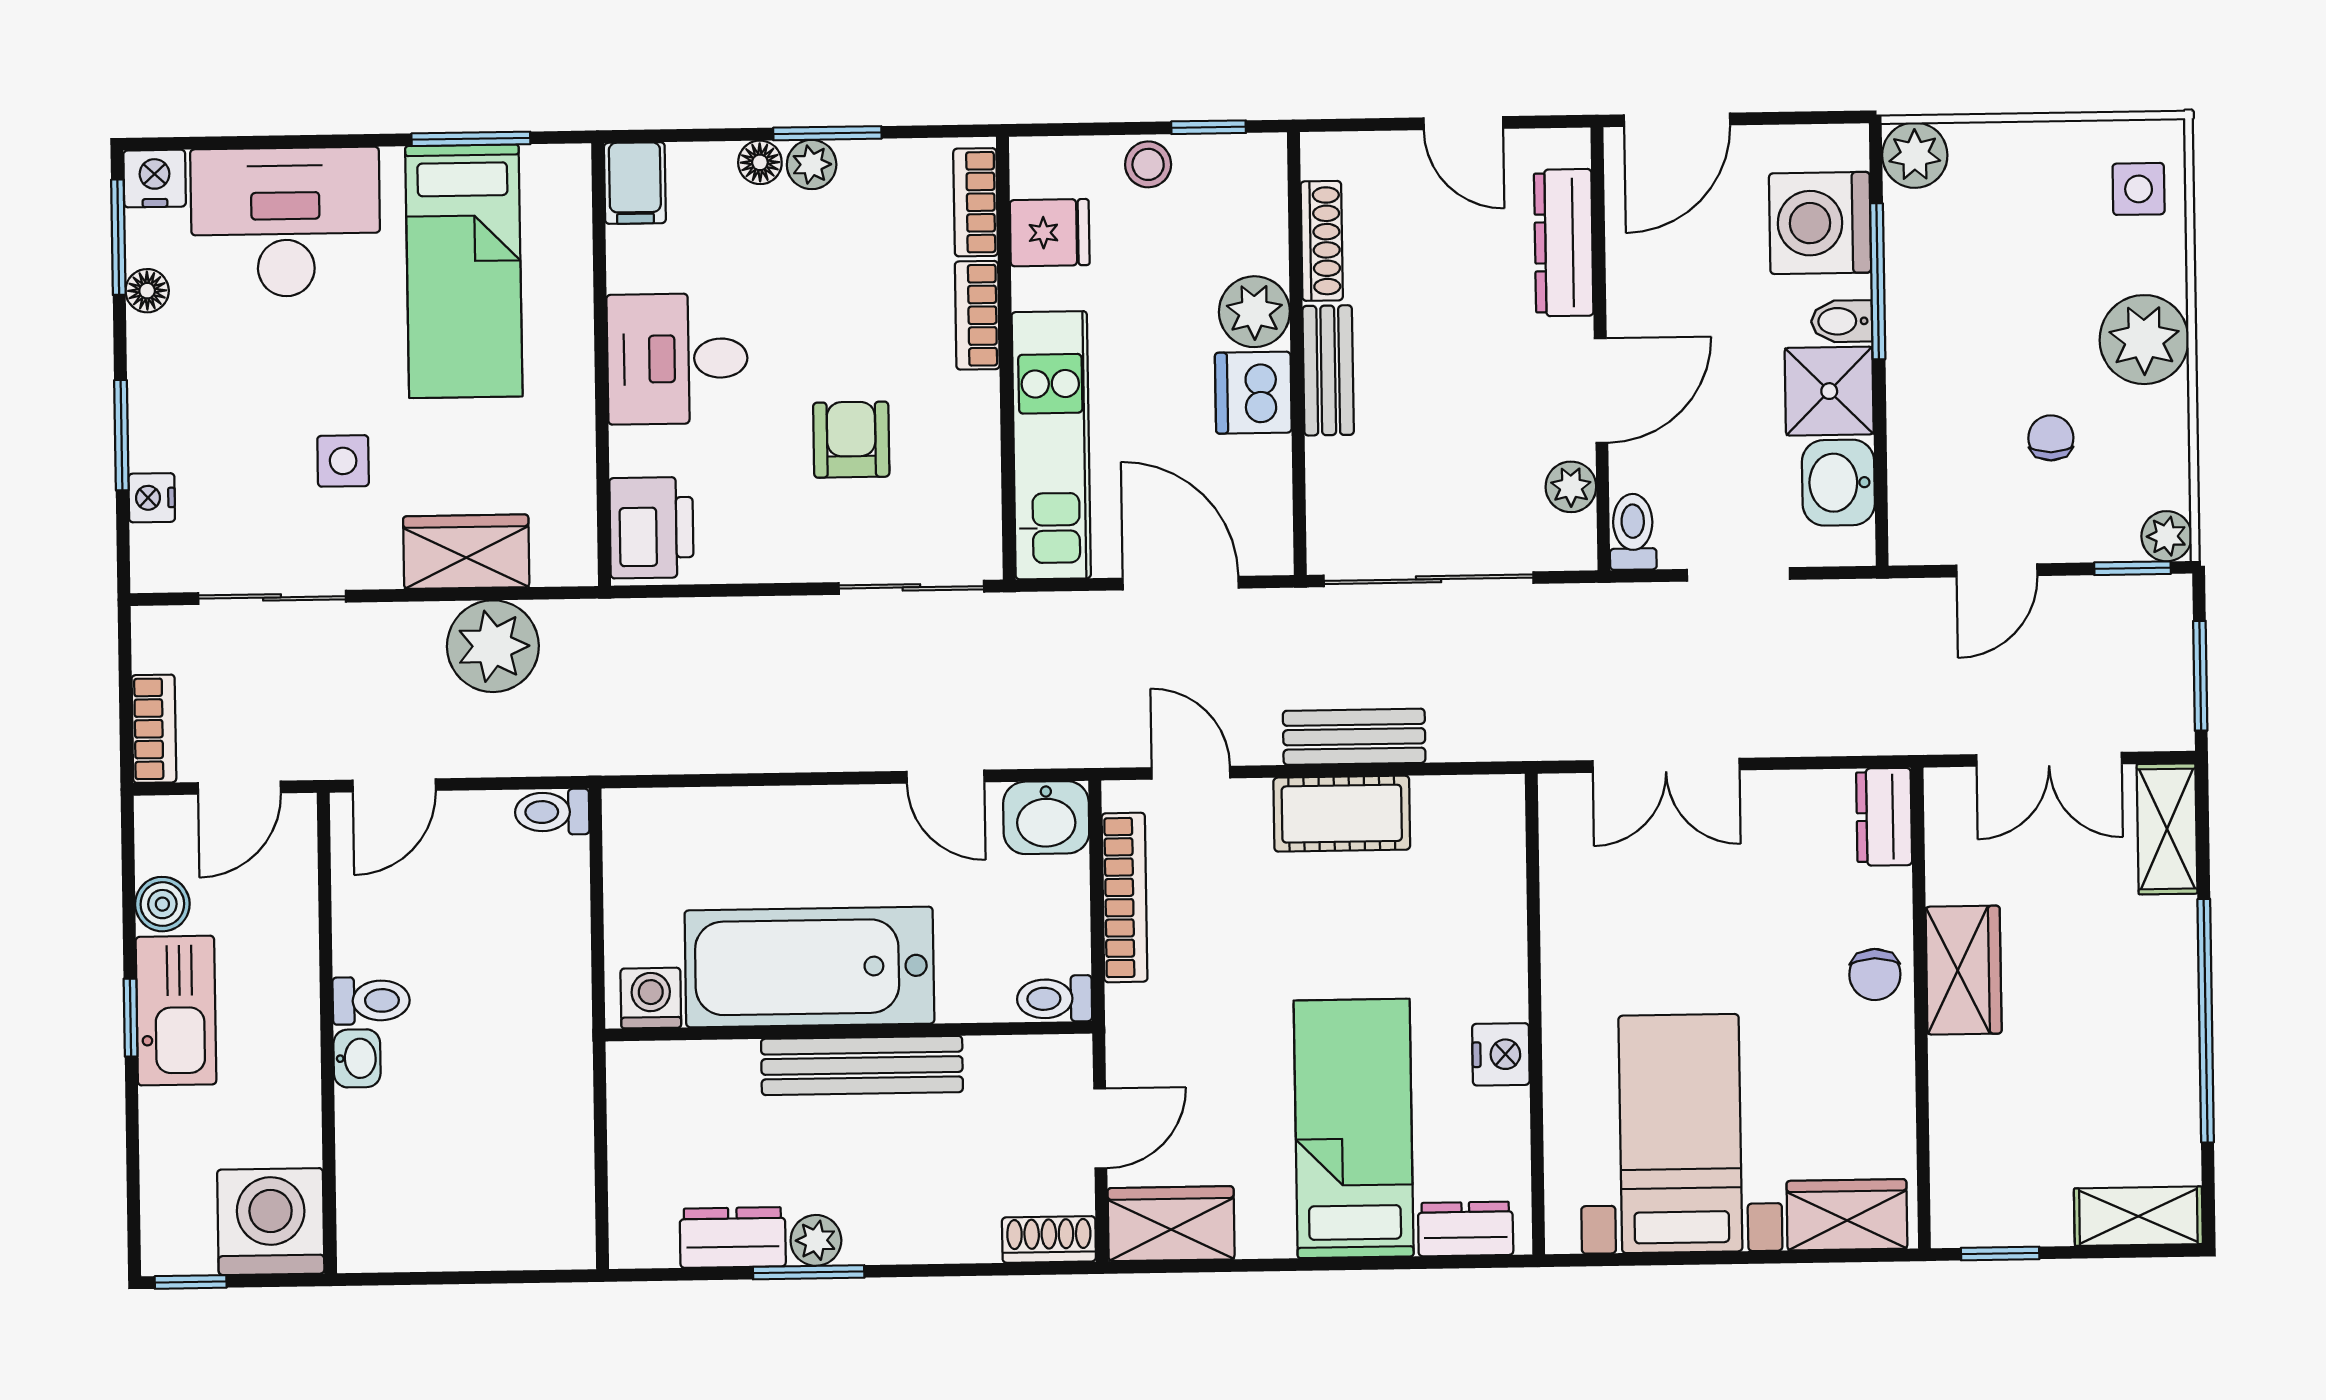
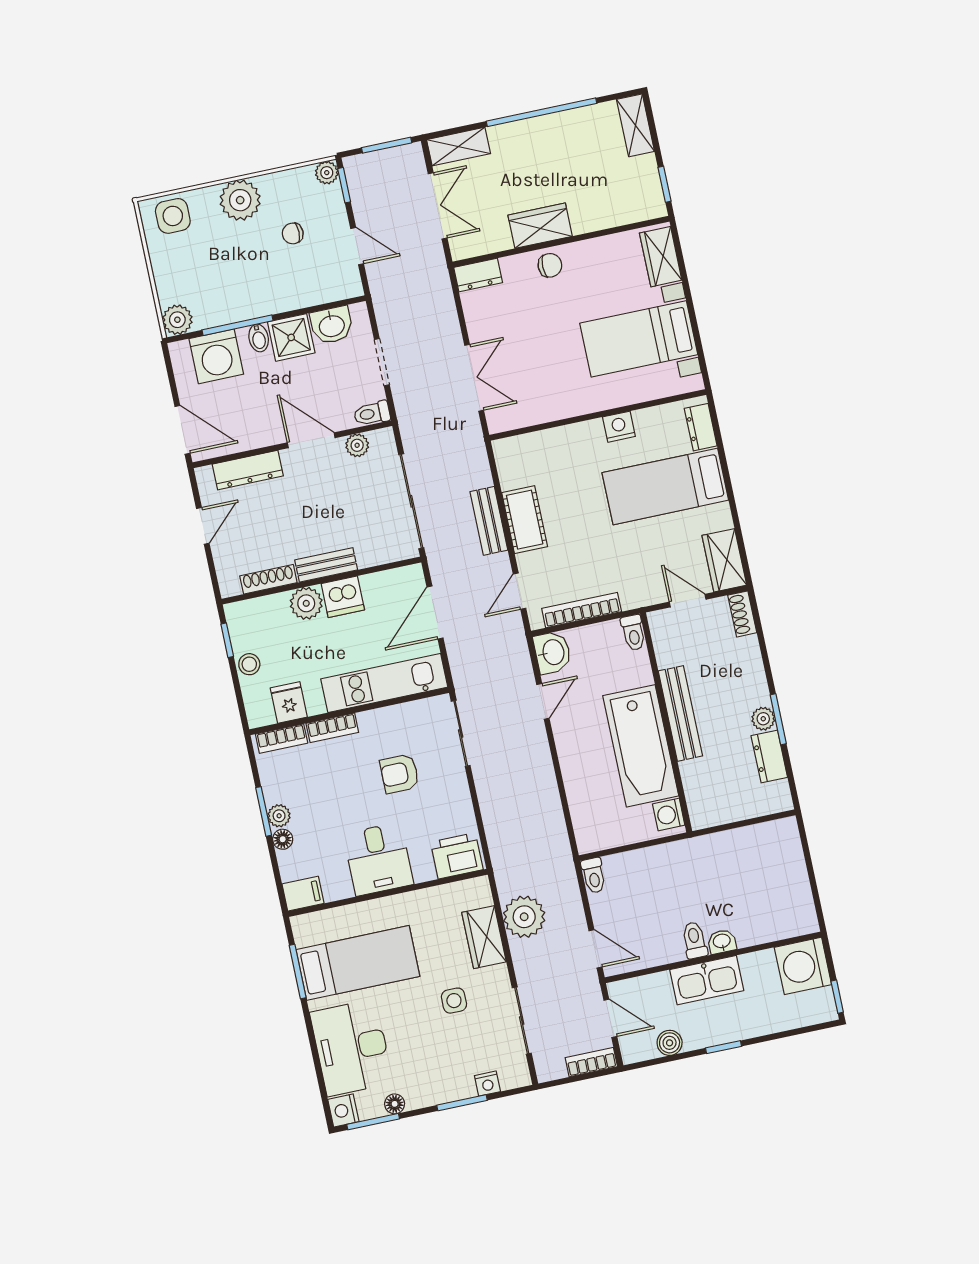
side table: (2139, 189) -> (173, 216), width x1.37, depth x1.37
kitchen sink: (176, 1011) -> (707, 980), moved, turned 180

